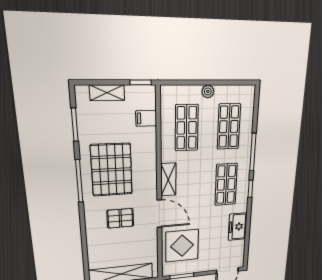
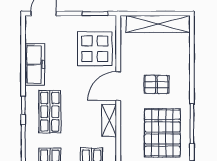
door: (159, 214) -> (118, 86), hinge flipped
freezer: (238, 227) -> (35, 64), width x1.40

